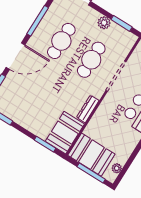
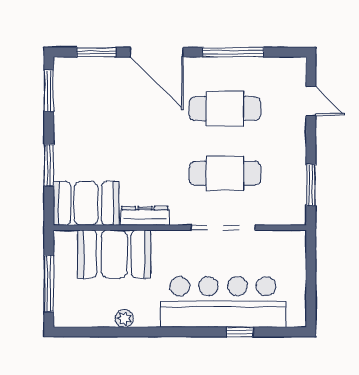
plant: (104, 23) -> (295, 157), removed
window: (45, 144) -> (49, 165), moved
booth: (91, 155) -> (114, 254), moved, turned 90
plant: (117, 168) -> (124, 318), moved

